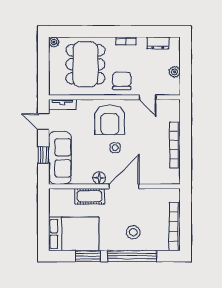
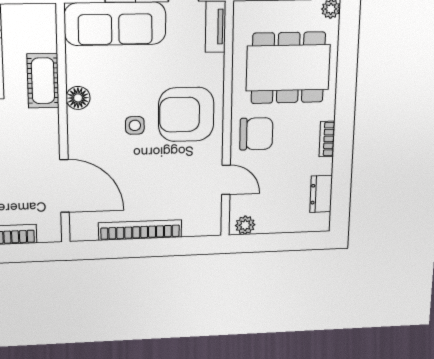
plant: (175, 72) -> (245, 225), moved
door: (148, 97) -> (226, 180), swing flipped
door: (124, 186) -> (64, 186), moved

